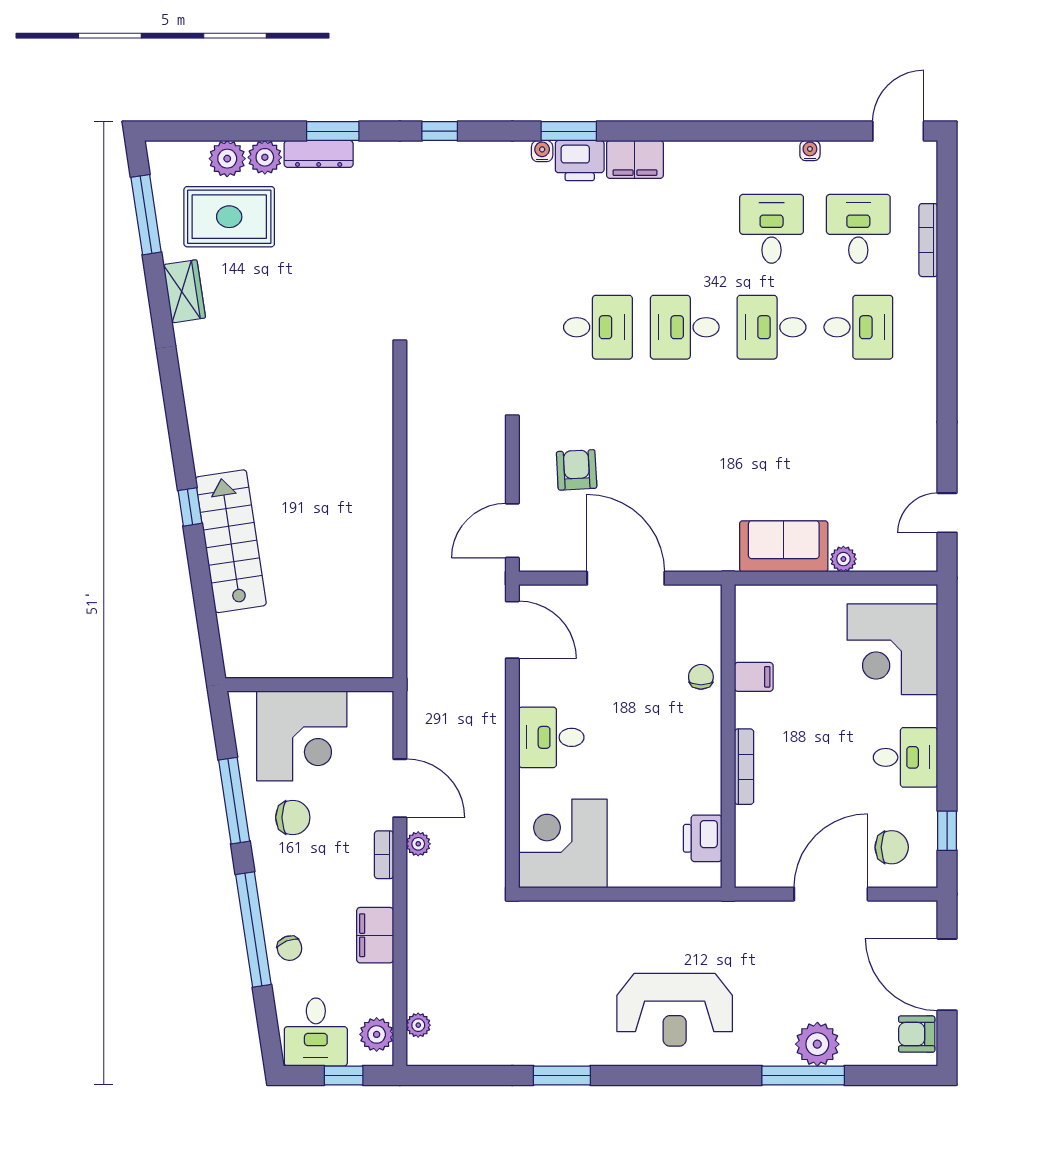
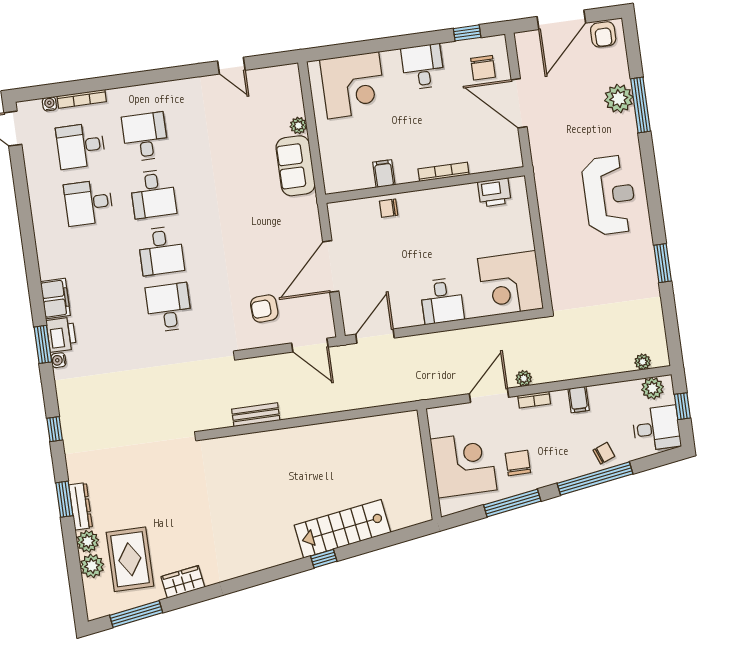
water cooler: (810, 151) -> (49, 104), moved, turned 90
bench: (419, 435) -> (256, 415), added
door: (947, 513) -> (231, 66), moved
chair: (892, 847) -> (483, 68), turned 180
filing cabinet: (375, 935) -> (579, 400), width x0.50

